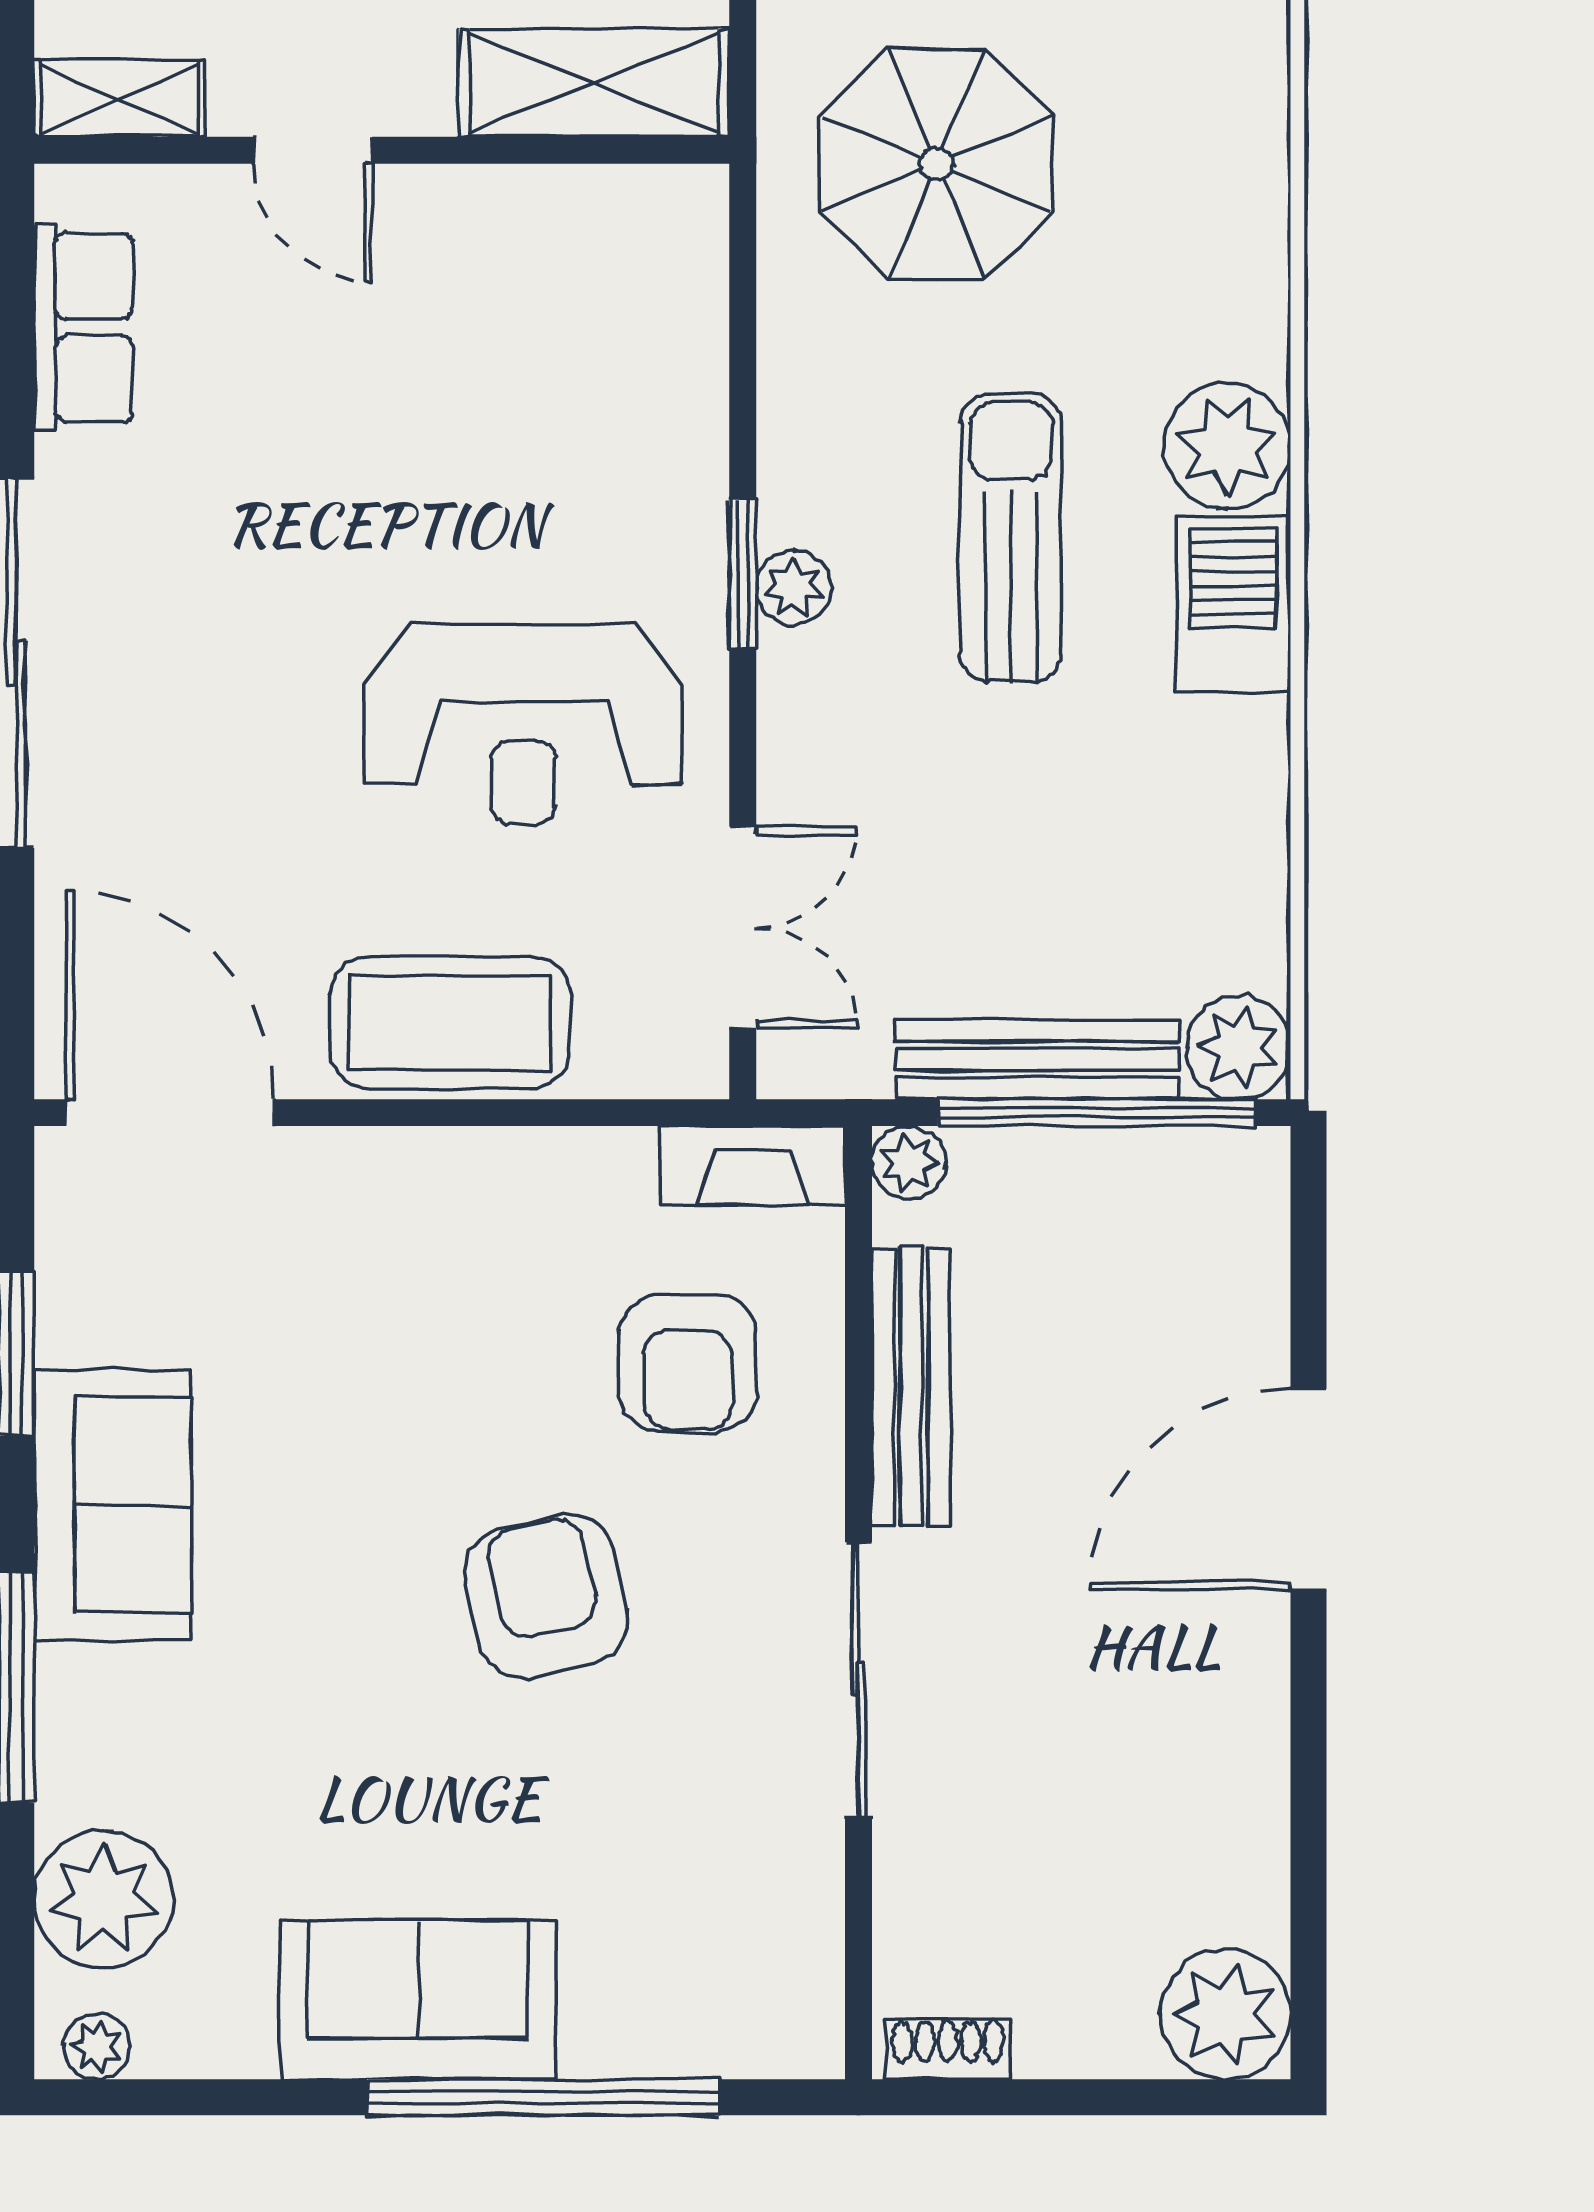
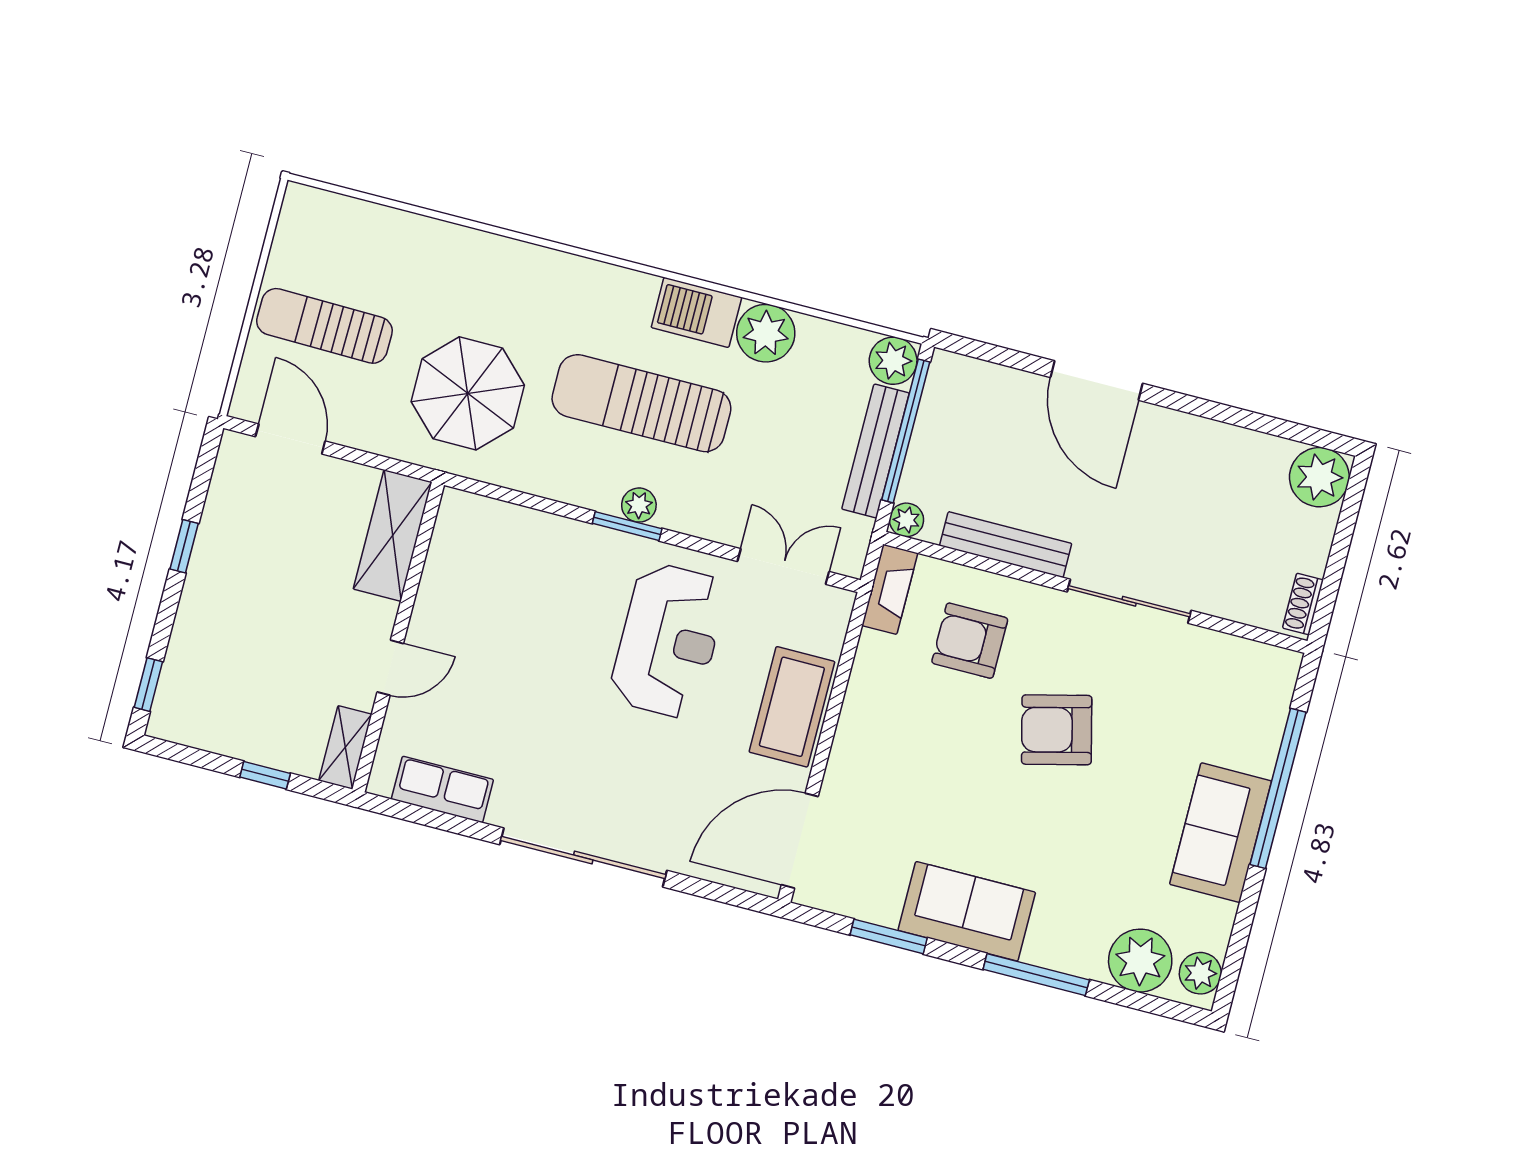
plant: (1227, 446) -> (766, 333), moved
sun lounger: (1011, 537) -> (641, 403), width x1.36, depth x1.34
armchair: (688, 1363) -> (970, 641), turned 180
plant: (97, 2046) -> (1200, 973), width x1.38, depth x1.38

